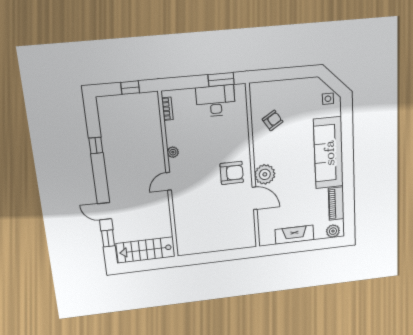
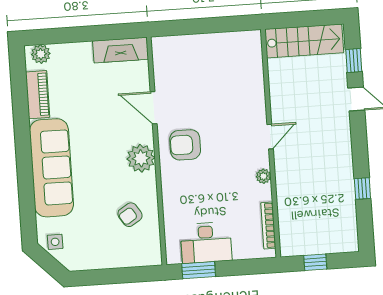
bookcase: (167, 109) -> (268, 225), width x1.56
plant: (265, 174) -> (141, 158), moved
fireplace: (294, 235) -> (121, 50), moved

